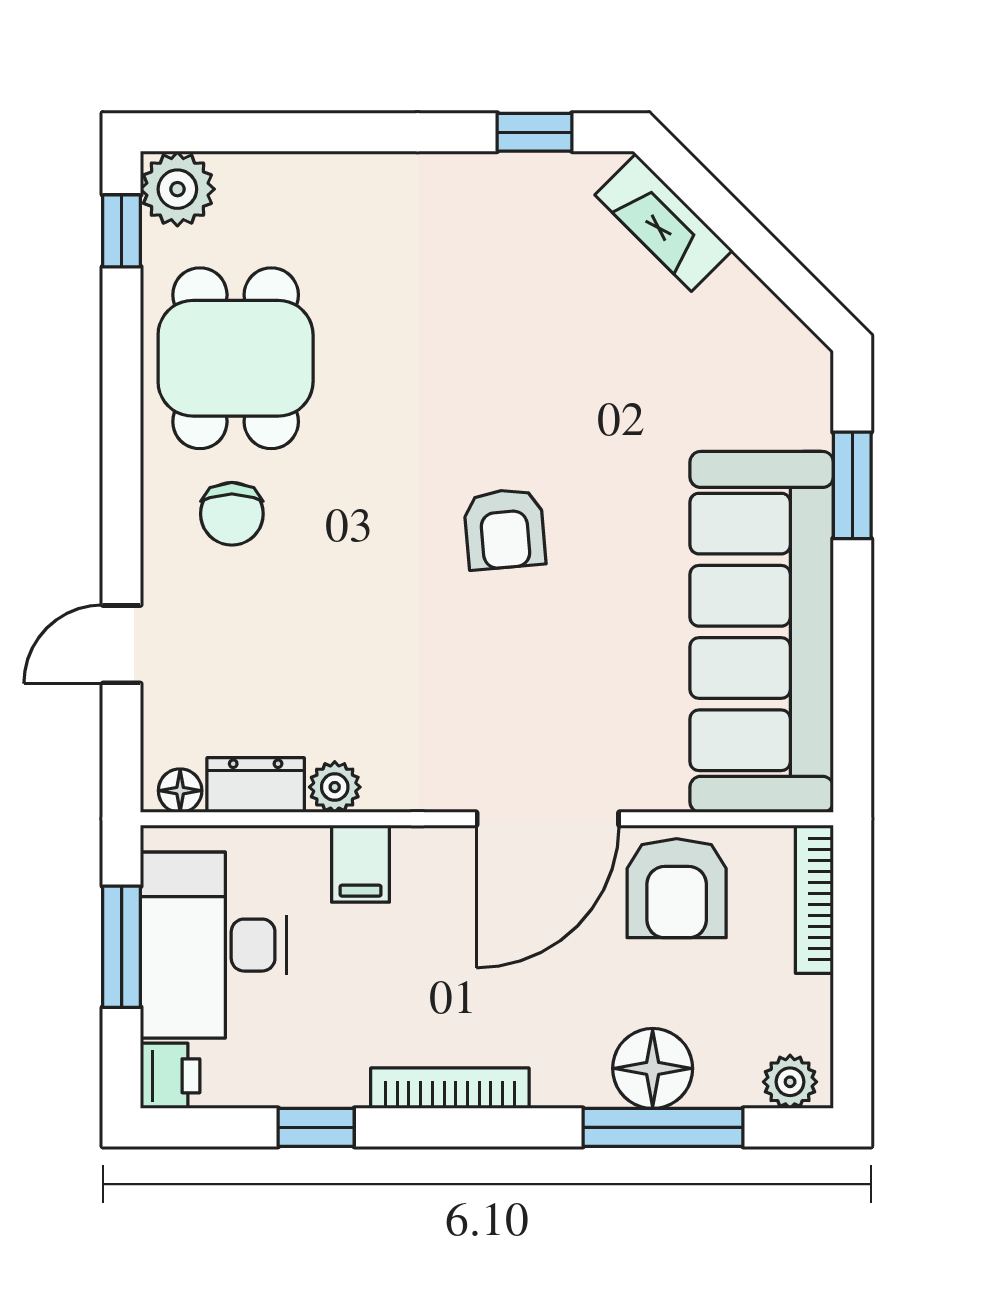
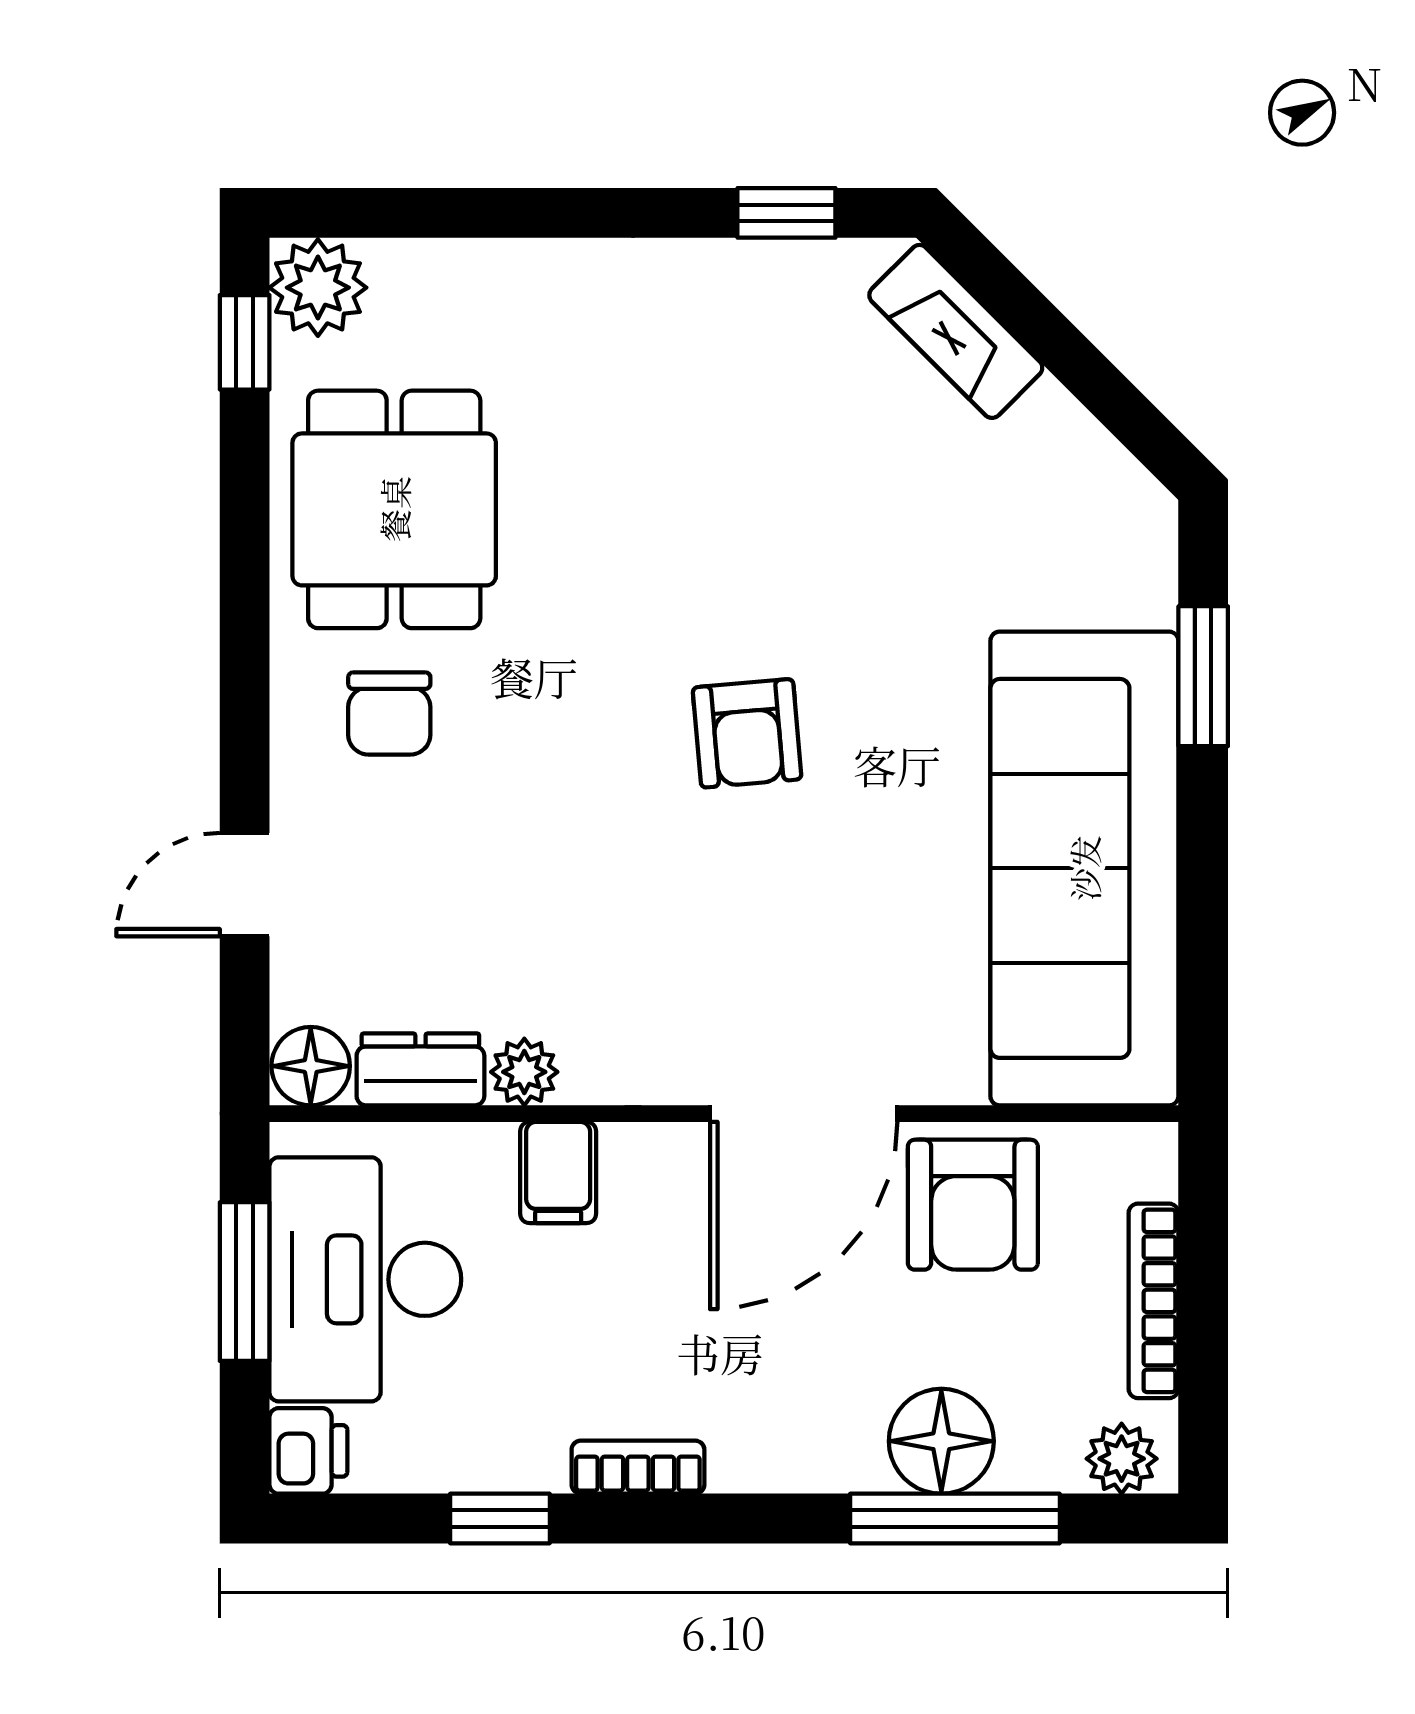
floor lamp: (180, 791) -> (311, 1066), width x1.37, depth x1.37
bookcase: (814, 899) -> (1153, 1301), moved
bookcase: (450, 1088) -> (638, 1467), width x0.64

